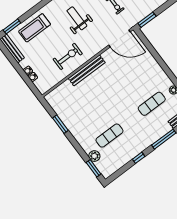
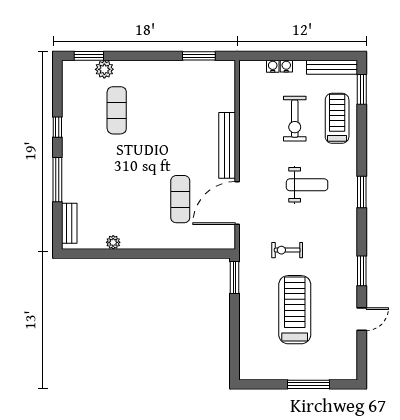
door: (119, 38) -> (237, 203), moved
exercise bike: (68, 56) -> (295, 119), moved
exercise mat: (152, 104) -> (180, 199), moved
window: (60, 124) -> (199, 56), moved

